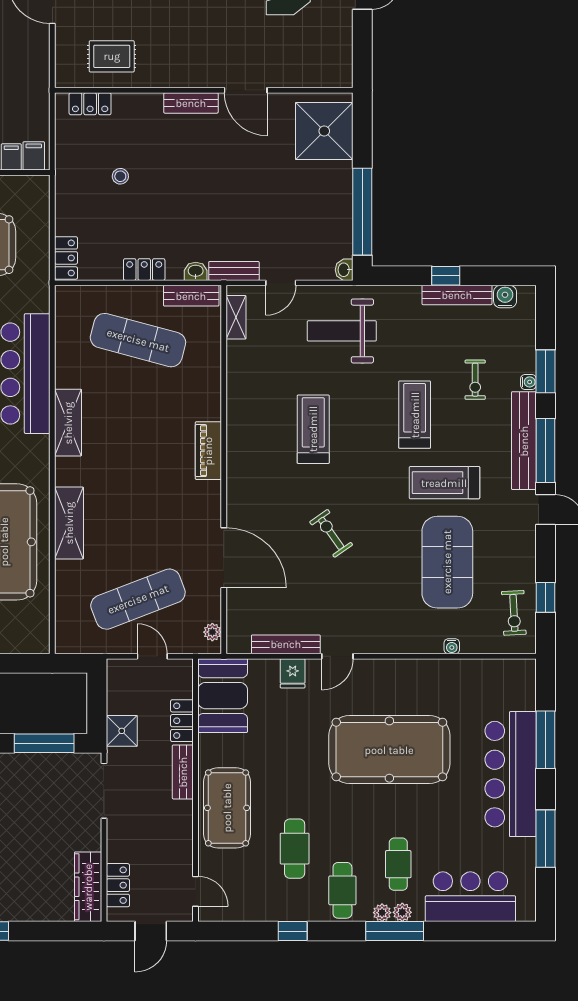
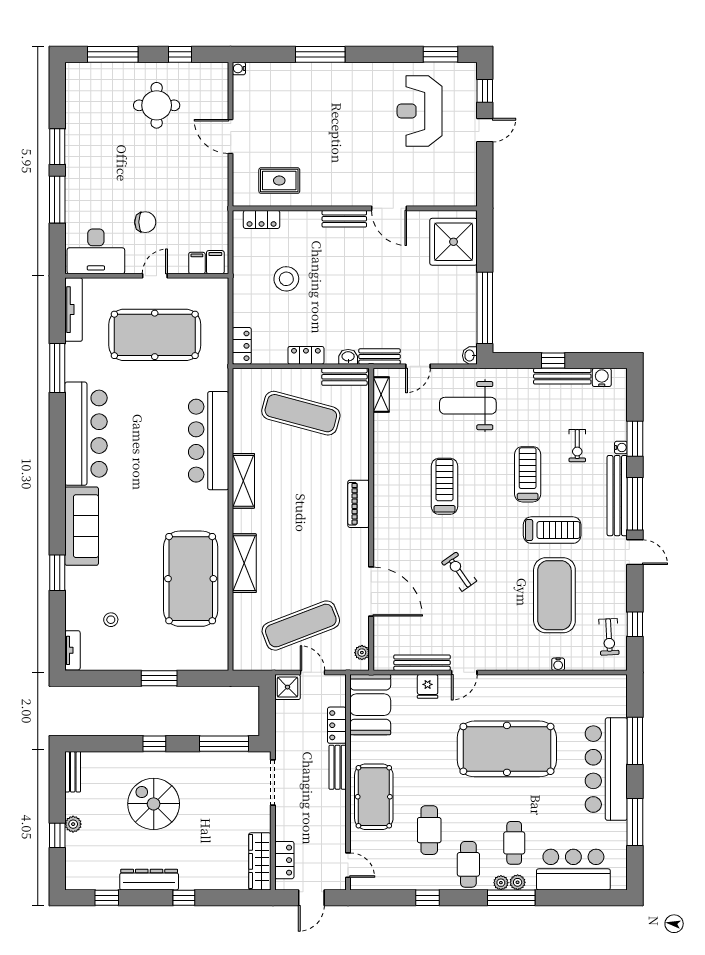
stool: (120, 176) -> (286, 279), width x1.89, depth x1.89
treadmill: (444, 483) -> (552, 530), turned 180
shower: (122, 731) -> (288, 687), moved

